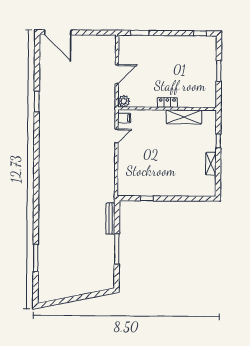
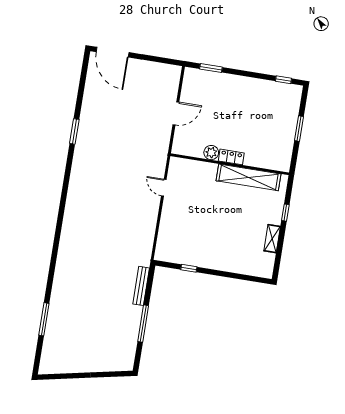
plant: (124, 101) -> (211, 153), moved
shelving: (184, 117) -> (249, 177), width x1.47
filing cabinet: (124, 118) -> (176, 168), removed
door: (116, 136) -> (164, 188), swing flipped

